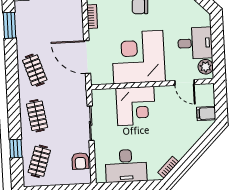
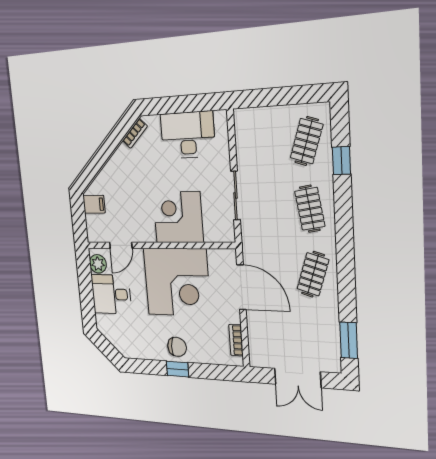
clothes rail: (35, 70) -> (313, 274), turned 36
door: (184, 83) -> (121, 245), swing flipped
armchair: (80, 161) -> (248, 142), removed

